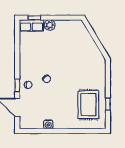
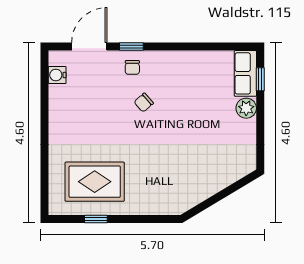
water cooler: (48, 124) -> (57, 75), moved

